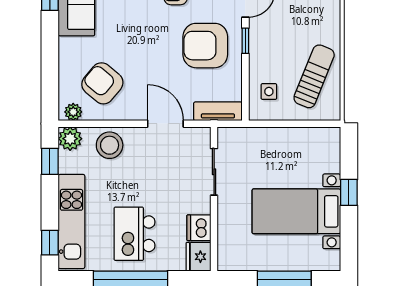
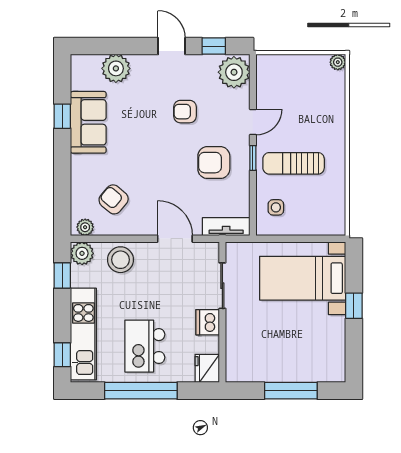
armchair: (205, 46) -> (214, 163), width x0.73, depth x0.73
sun lounger: (314, 76) -> (294, 163), moved, turned -112
armchair: (102, 83) -> (114, 199), width x0.72, depth x0.72
bed with nightstands: (296, 211) -> (303, 278), moved
dishwasher: (199, 228) -> (208, 322), moved

